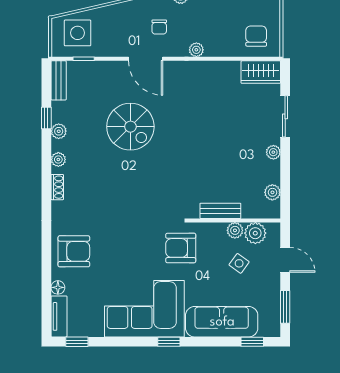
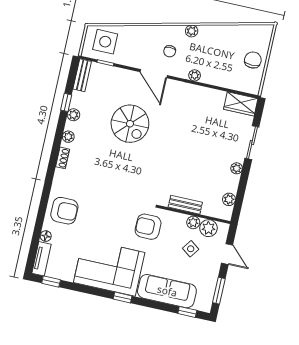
chair: (256, 36) -> (253, 60), moved

